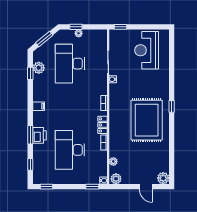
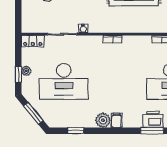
window: (120, 27) -> (18, 19), removed
plant: (39, 68) -> (103, 120), moved
locker: (102, 125) -> (33, 41), moved

